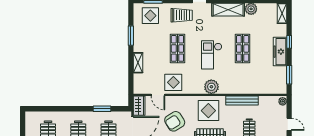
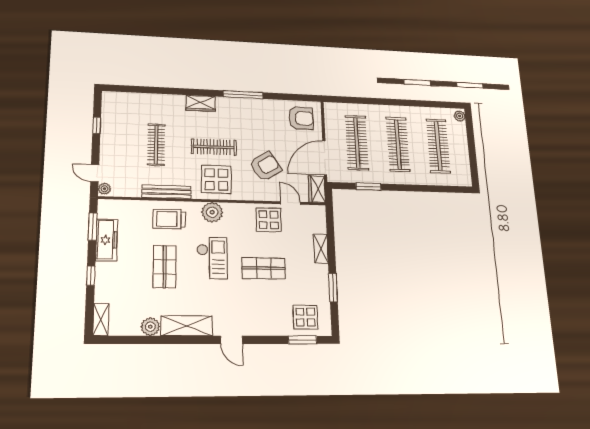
trolley: (182, 15) -> (169, 219), moved
shop shelf: (177, 48) -> (264, 268), turned 90
freezer: (280, 52) -> (107, 240), moved
door: (289, 124) -> (95, 173), moved

